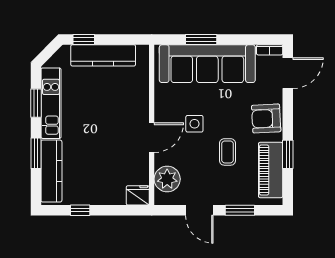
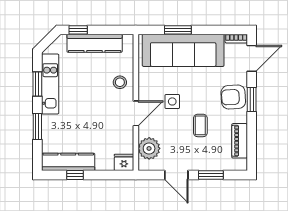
stool: (133, 101) -> (120, 82), added
window: (288, 154) -> (252, 99), moved
piano: (271, 170) -> (240, 141), width x0.73, depth x0.75
kitchen counter: (51, 171) -> (68, 162), moved, turned -90

